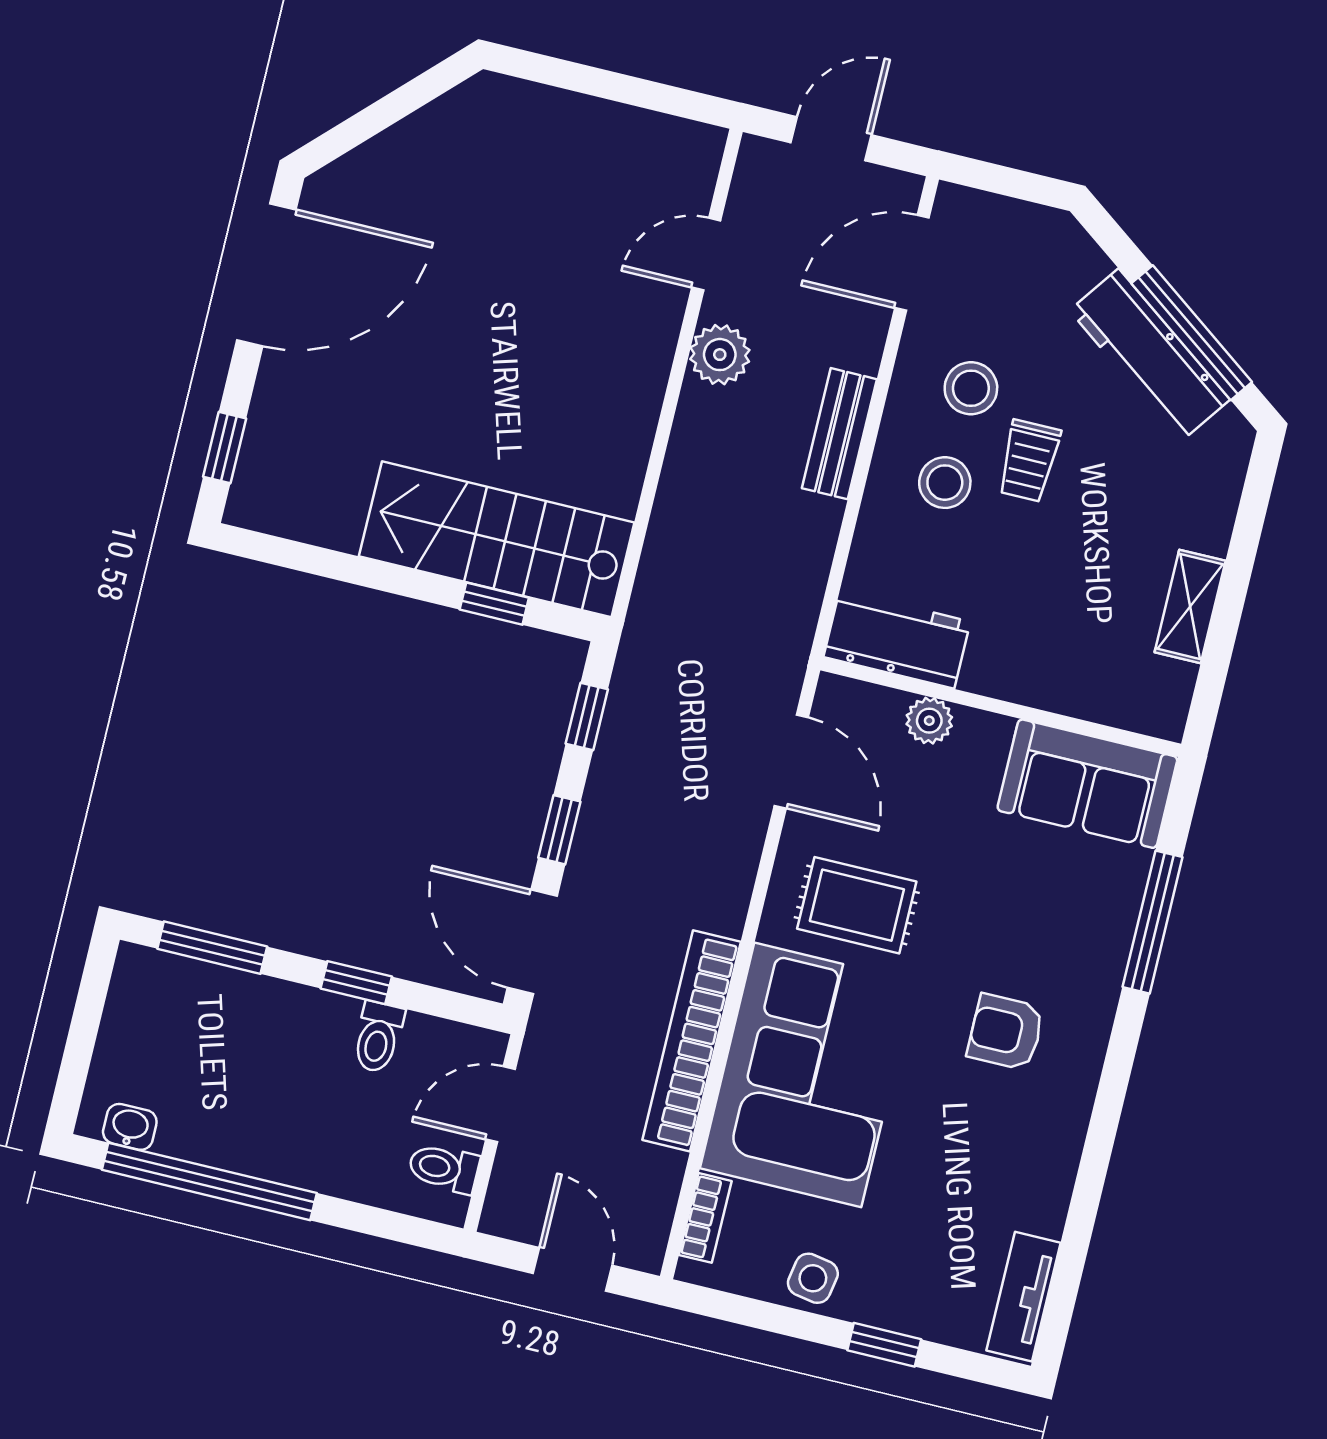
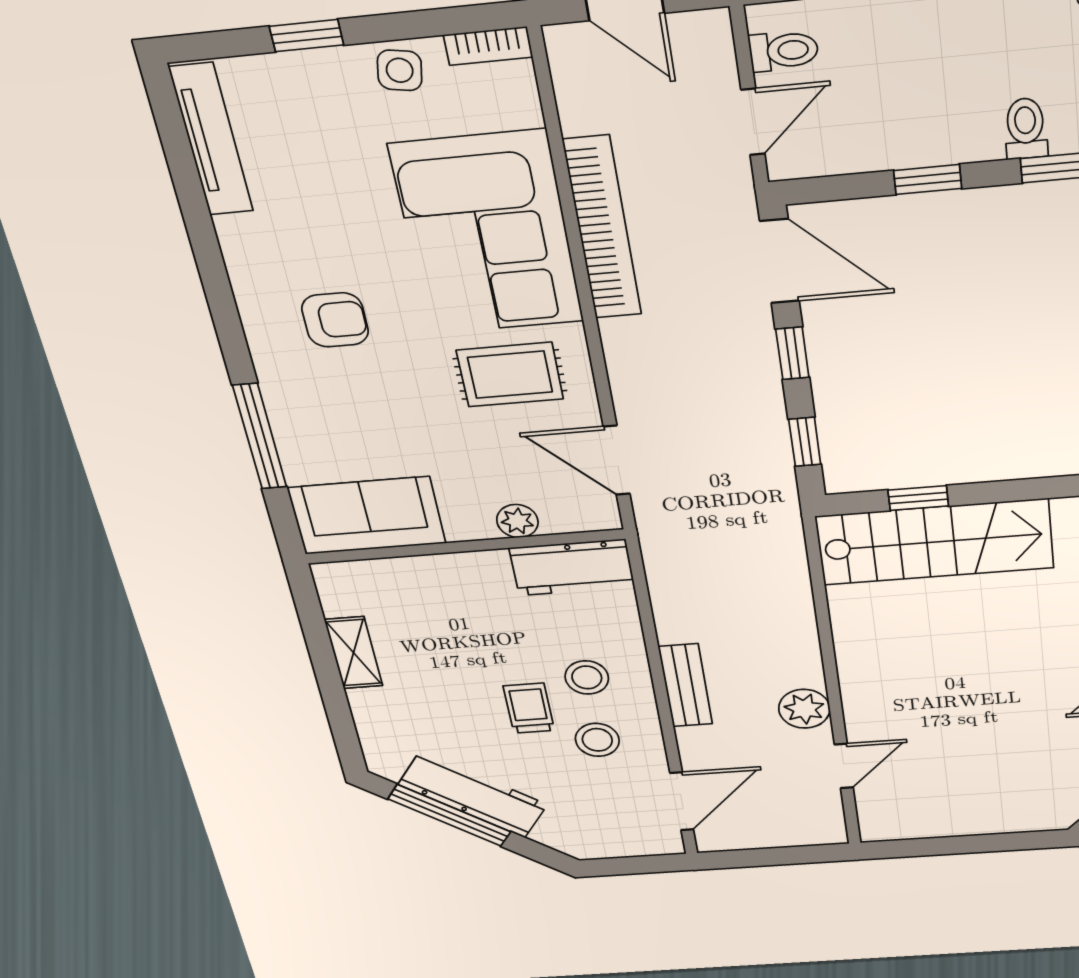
door: (831, 139) -> (780, 856), removed
toilet: (378, 1037) -> (1026, 129), moved
bookcase: (705, 1218) -> (488, 46), moved, turned -90
tv unit: (1023, 1297) -> (211, 140), width x1.41

